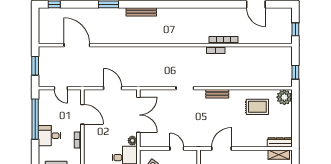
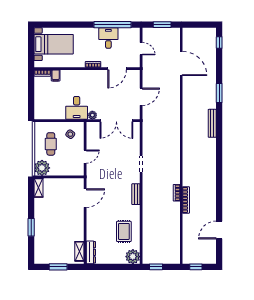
door: (77, 45) -> (181, 63), hinge flipped
door: (61, 88) -> (141, 49), swing flipped
desk: (49, 136) -> (108, 38), moved
door: (222, 149) -> (85, 198), hinge flipped

